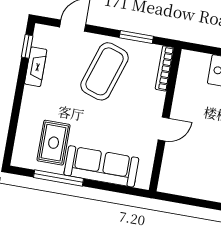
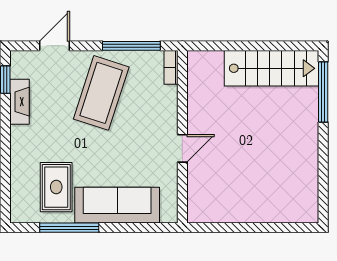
window: (136, 37) -> (131, 46), width x1.44
bookcase: (165, 68) -> (171, 67), width x0.64

